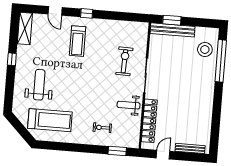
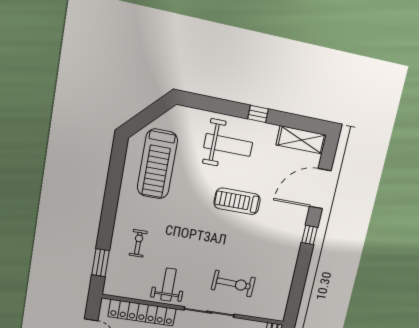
door: (55, 11) -> (320, 189), width x1.88
treadmill: (78, 41) -> (237, 201), moved
weight bench: (39, 85) -> (228, 145), moved

